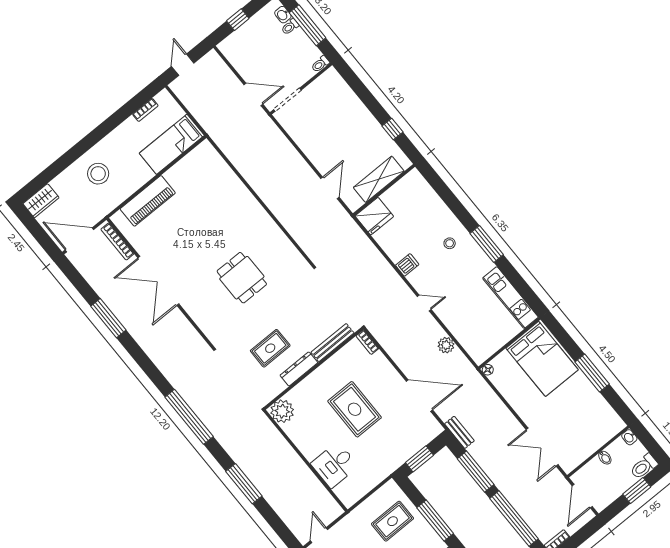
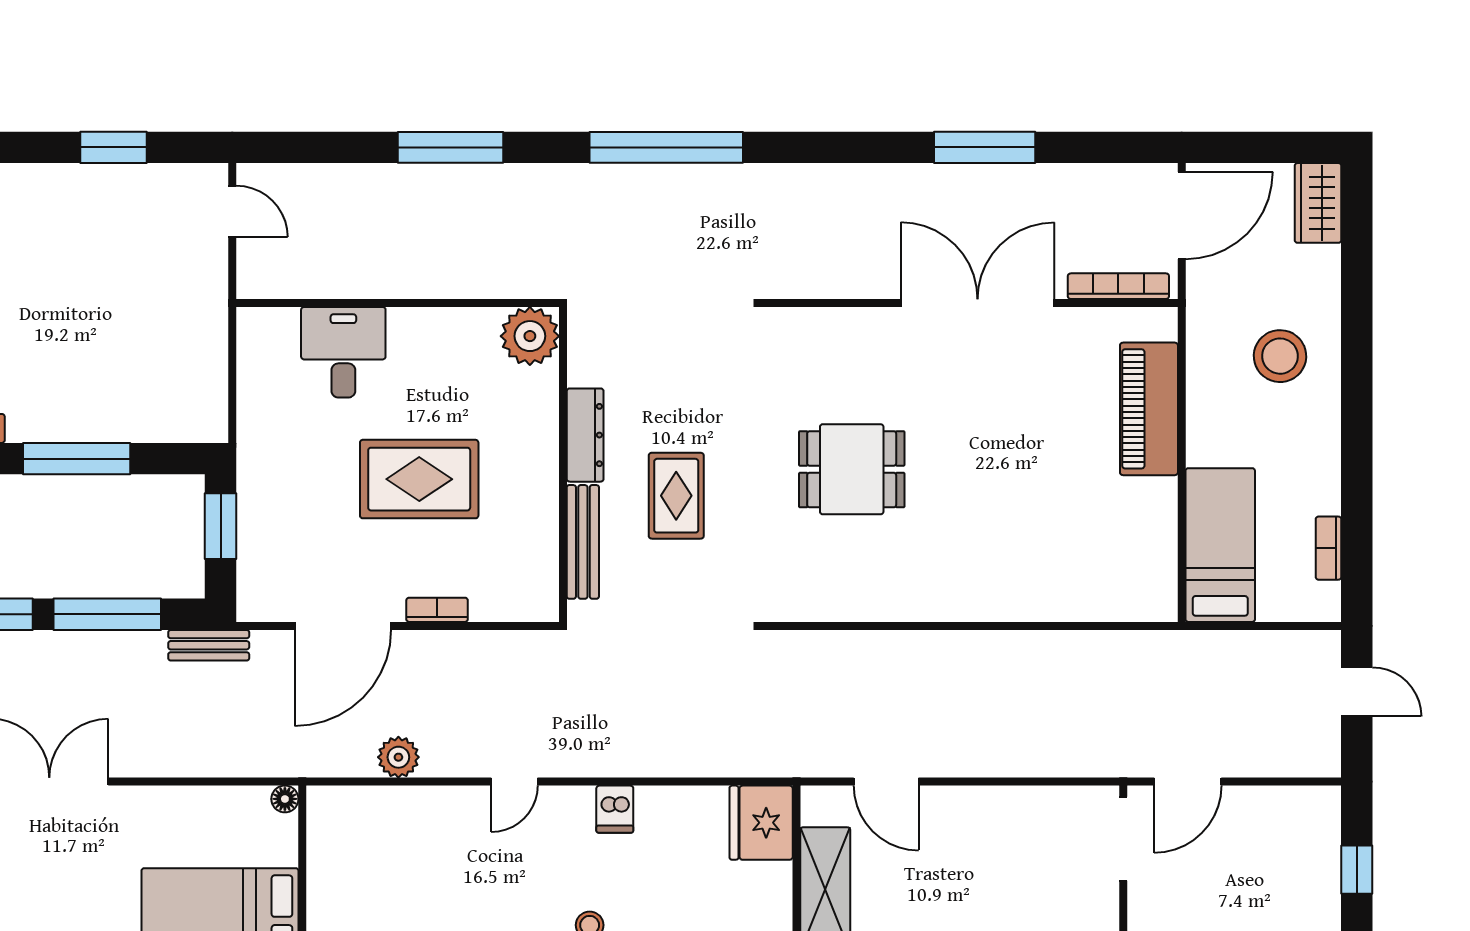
bookcase: (367, 342) -> (437, 610), moved
rug: (270, 348) -> (676, 496), moved
rug: (393, 521) -> (143, 375), removed

